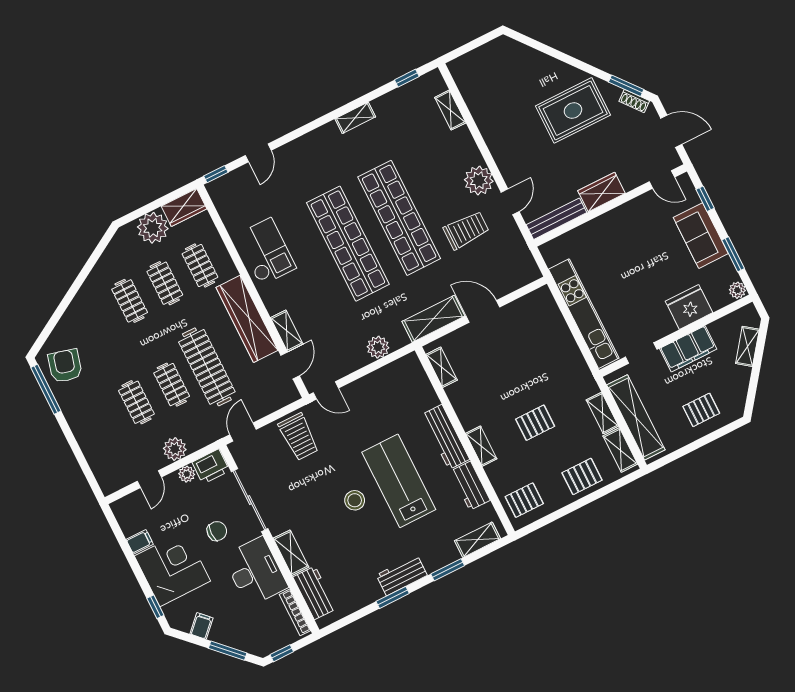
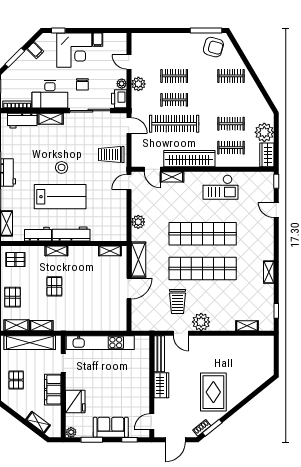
clothes rail: (130, 301) -> (231, 76), moved
pallet: (524, 500) -> (15, 259), turned 90

